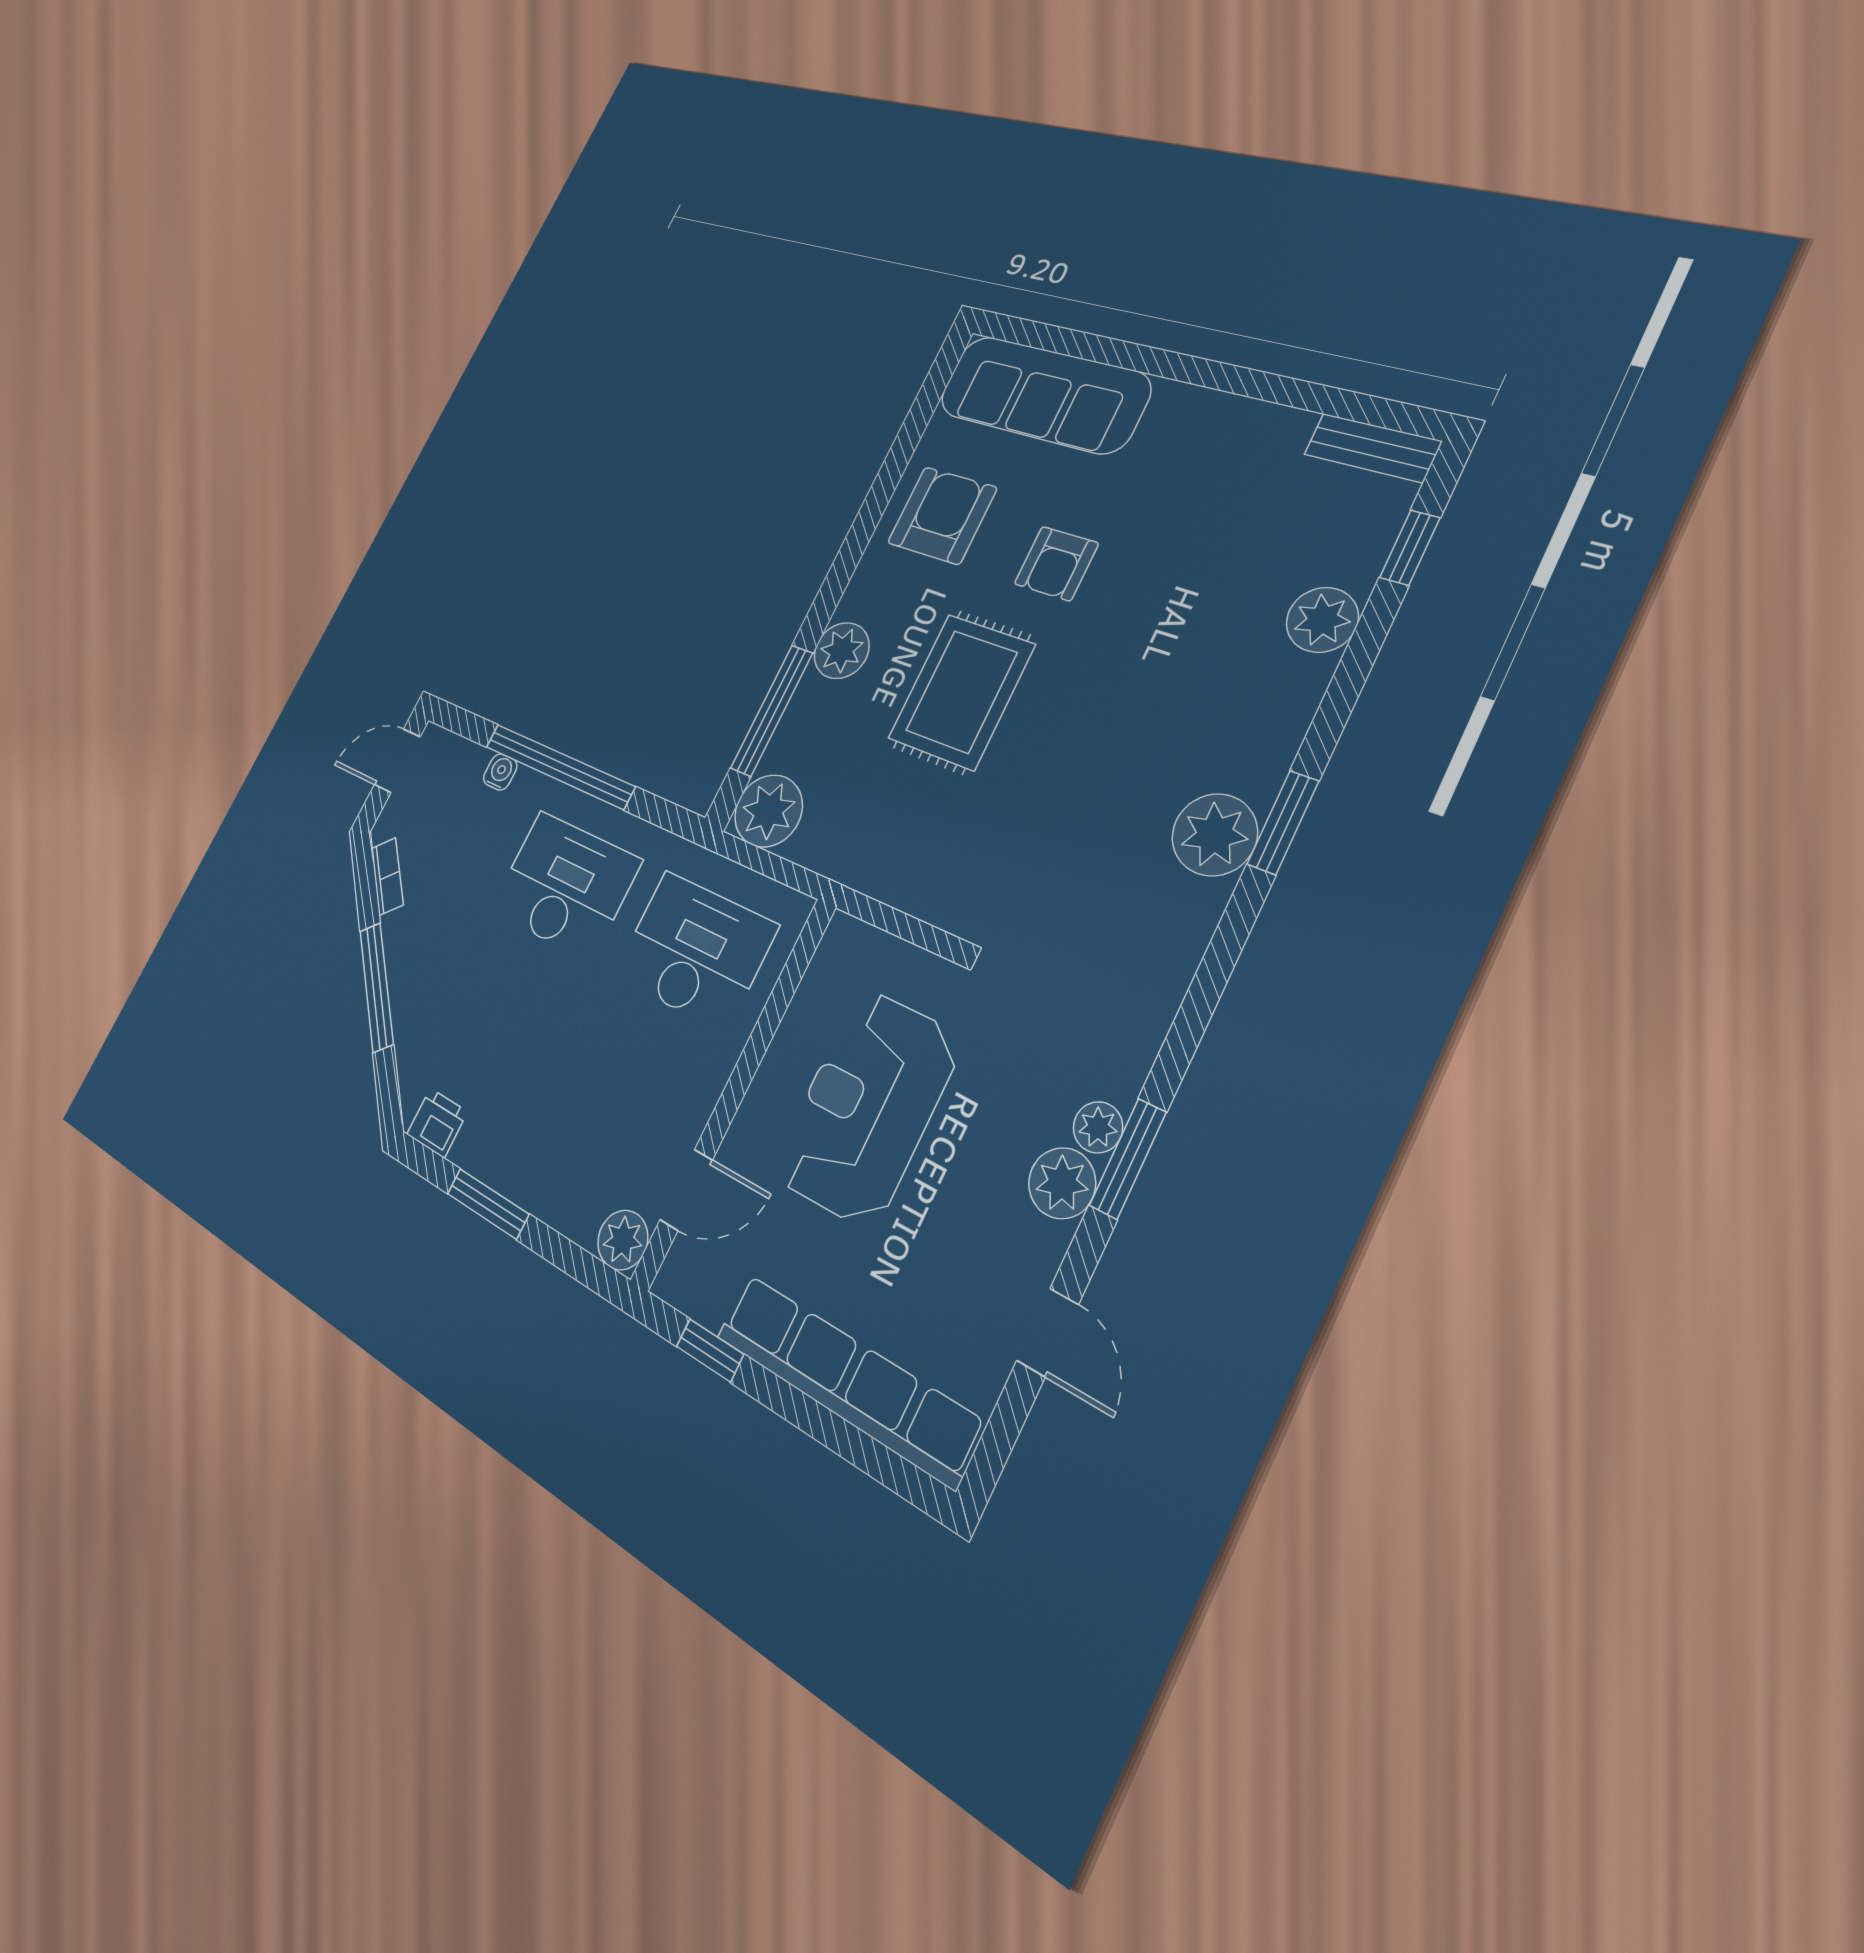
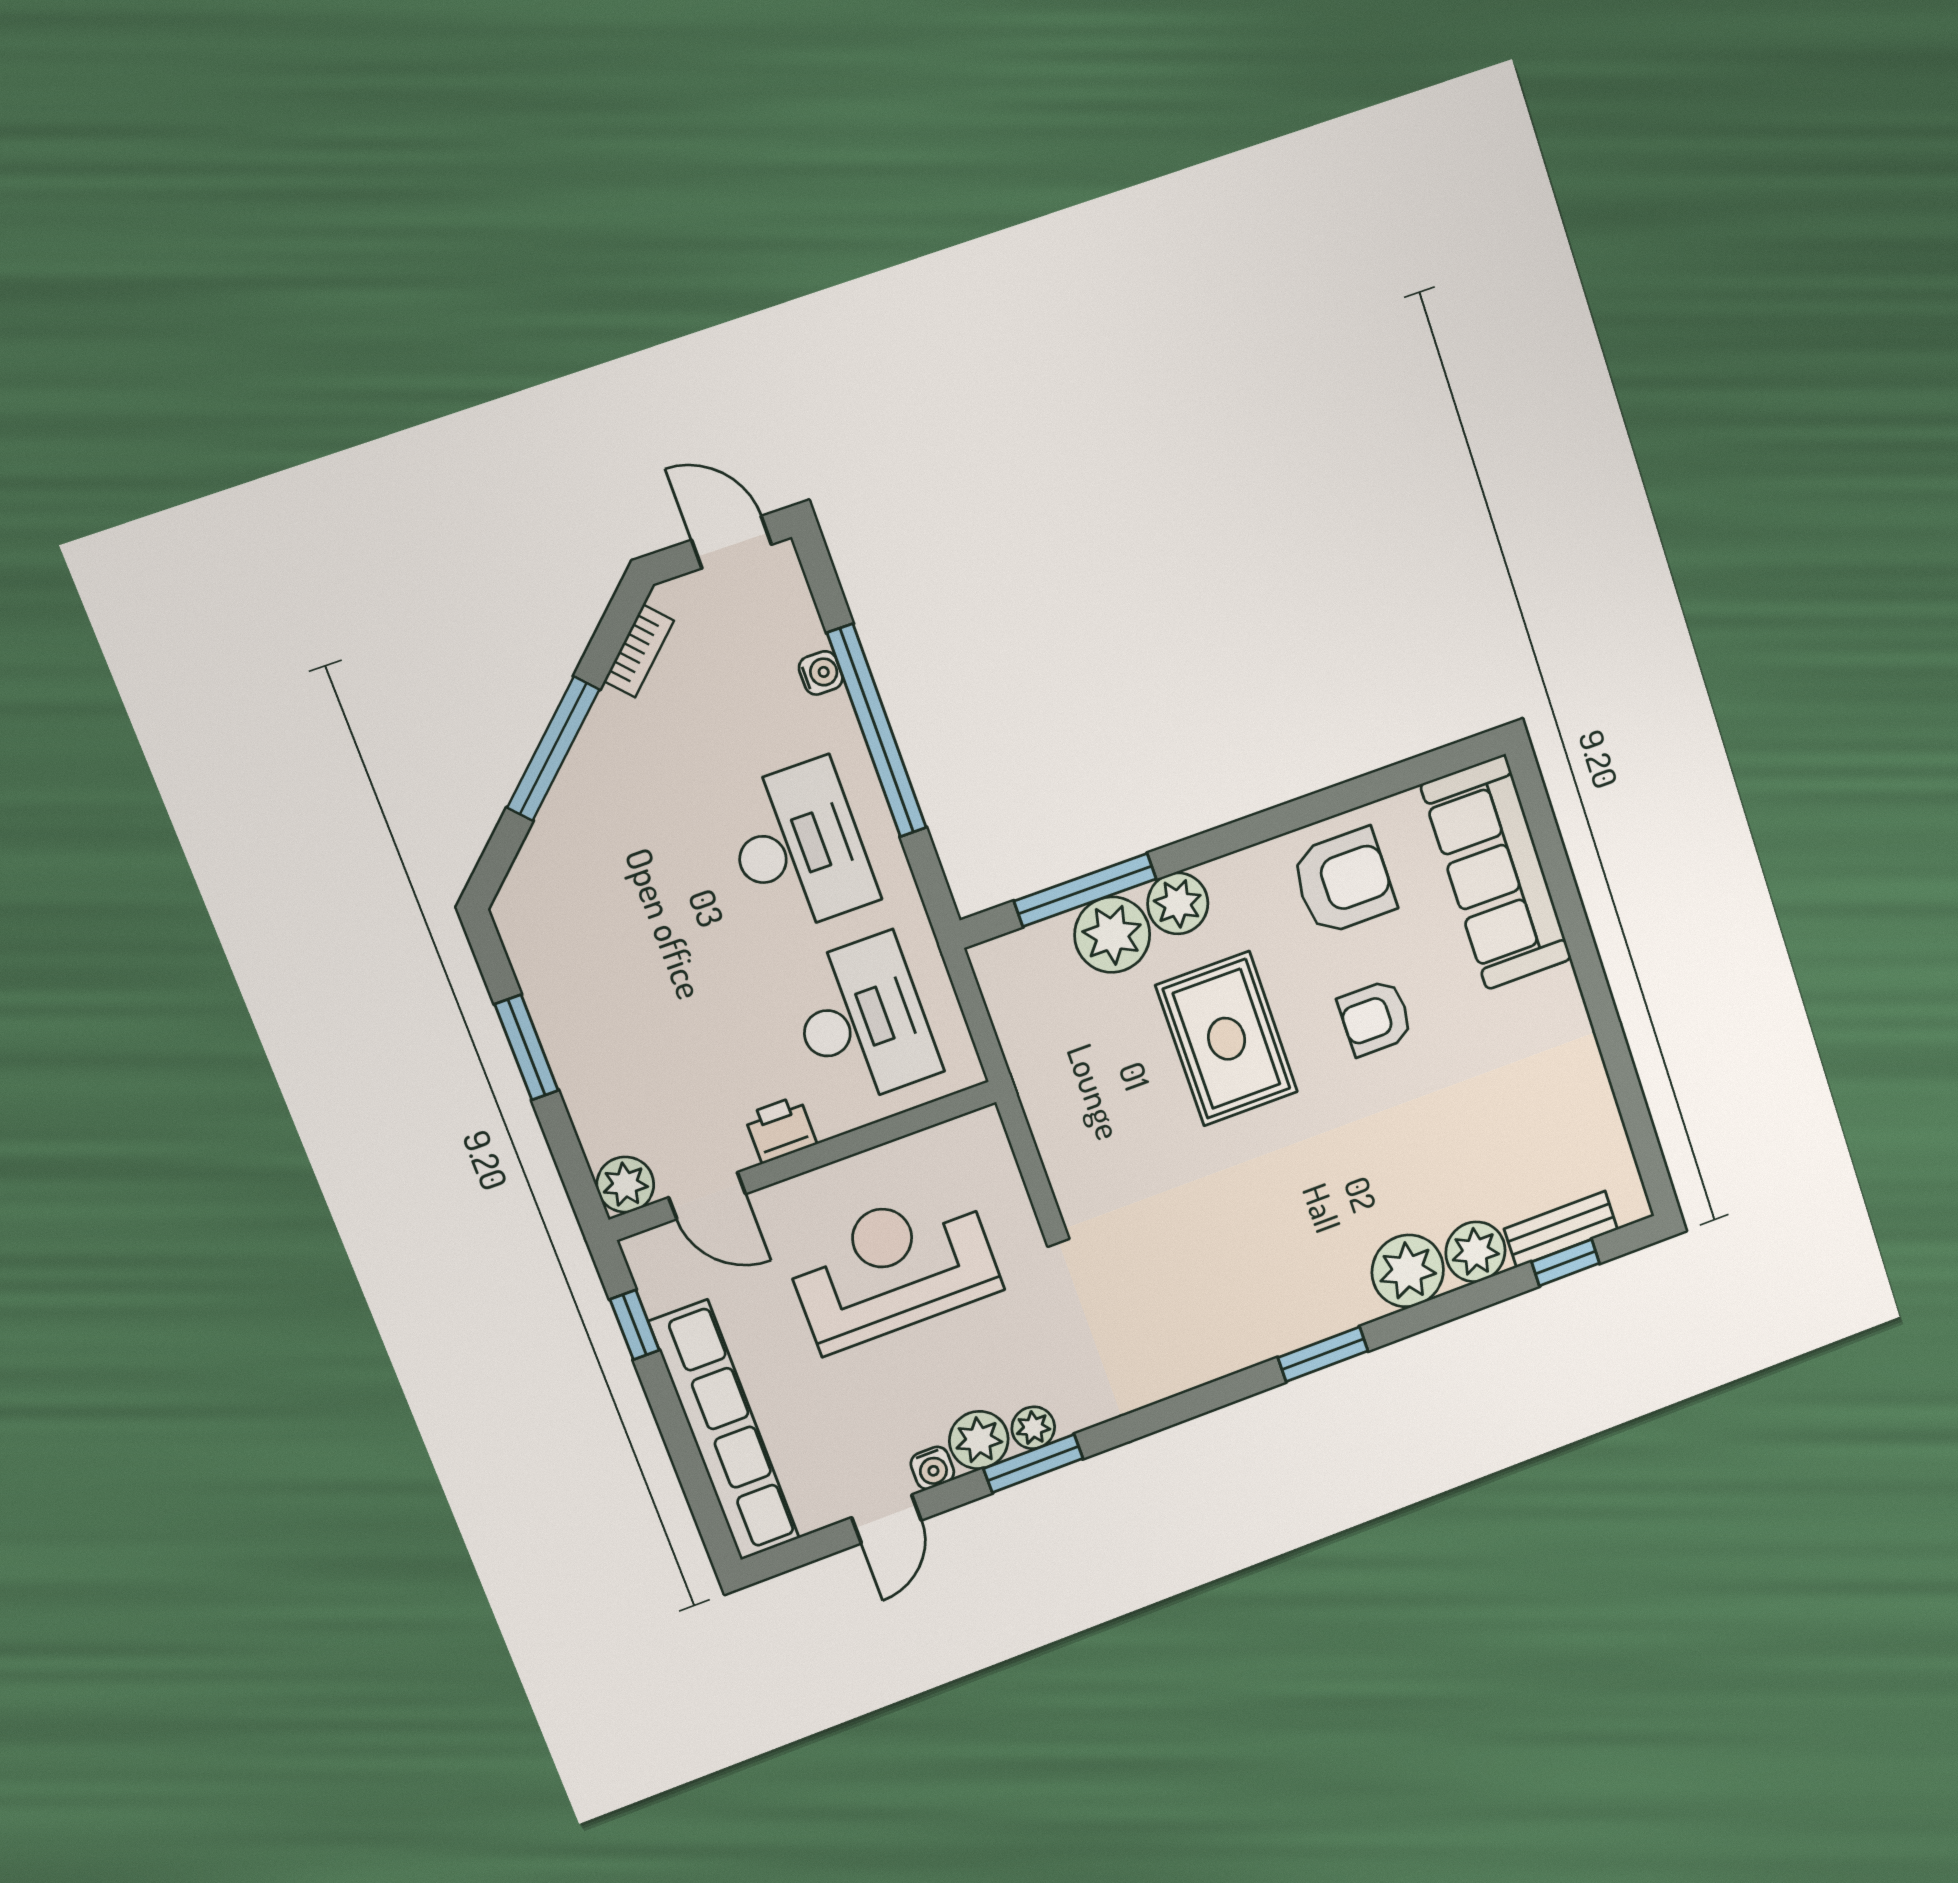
bench: (1372, 448) -> (1561, 1229), moved, turned 90
rug: (961, 692) -> (1227, 1039), turned 90
plant: (768, 811) -> (1112, 935), moved
plant: (1215, 835) -> (1408, 1271), moved
printer: (437, 1123) -> (781, 1130), moved, turned -90
water cooler: (1045, 1247) -> (932, 1468), added

